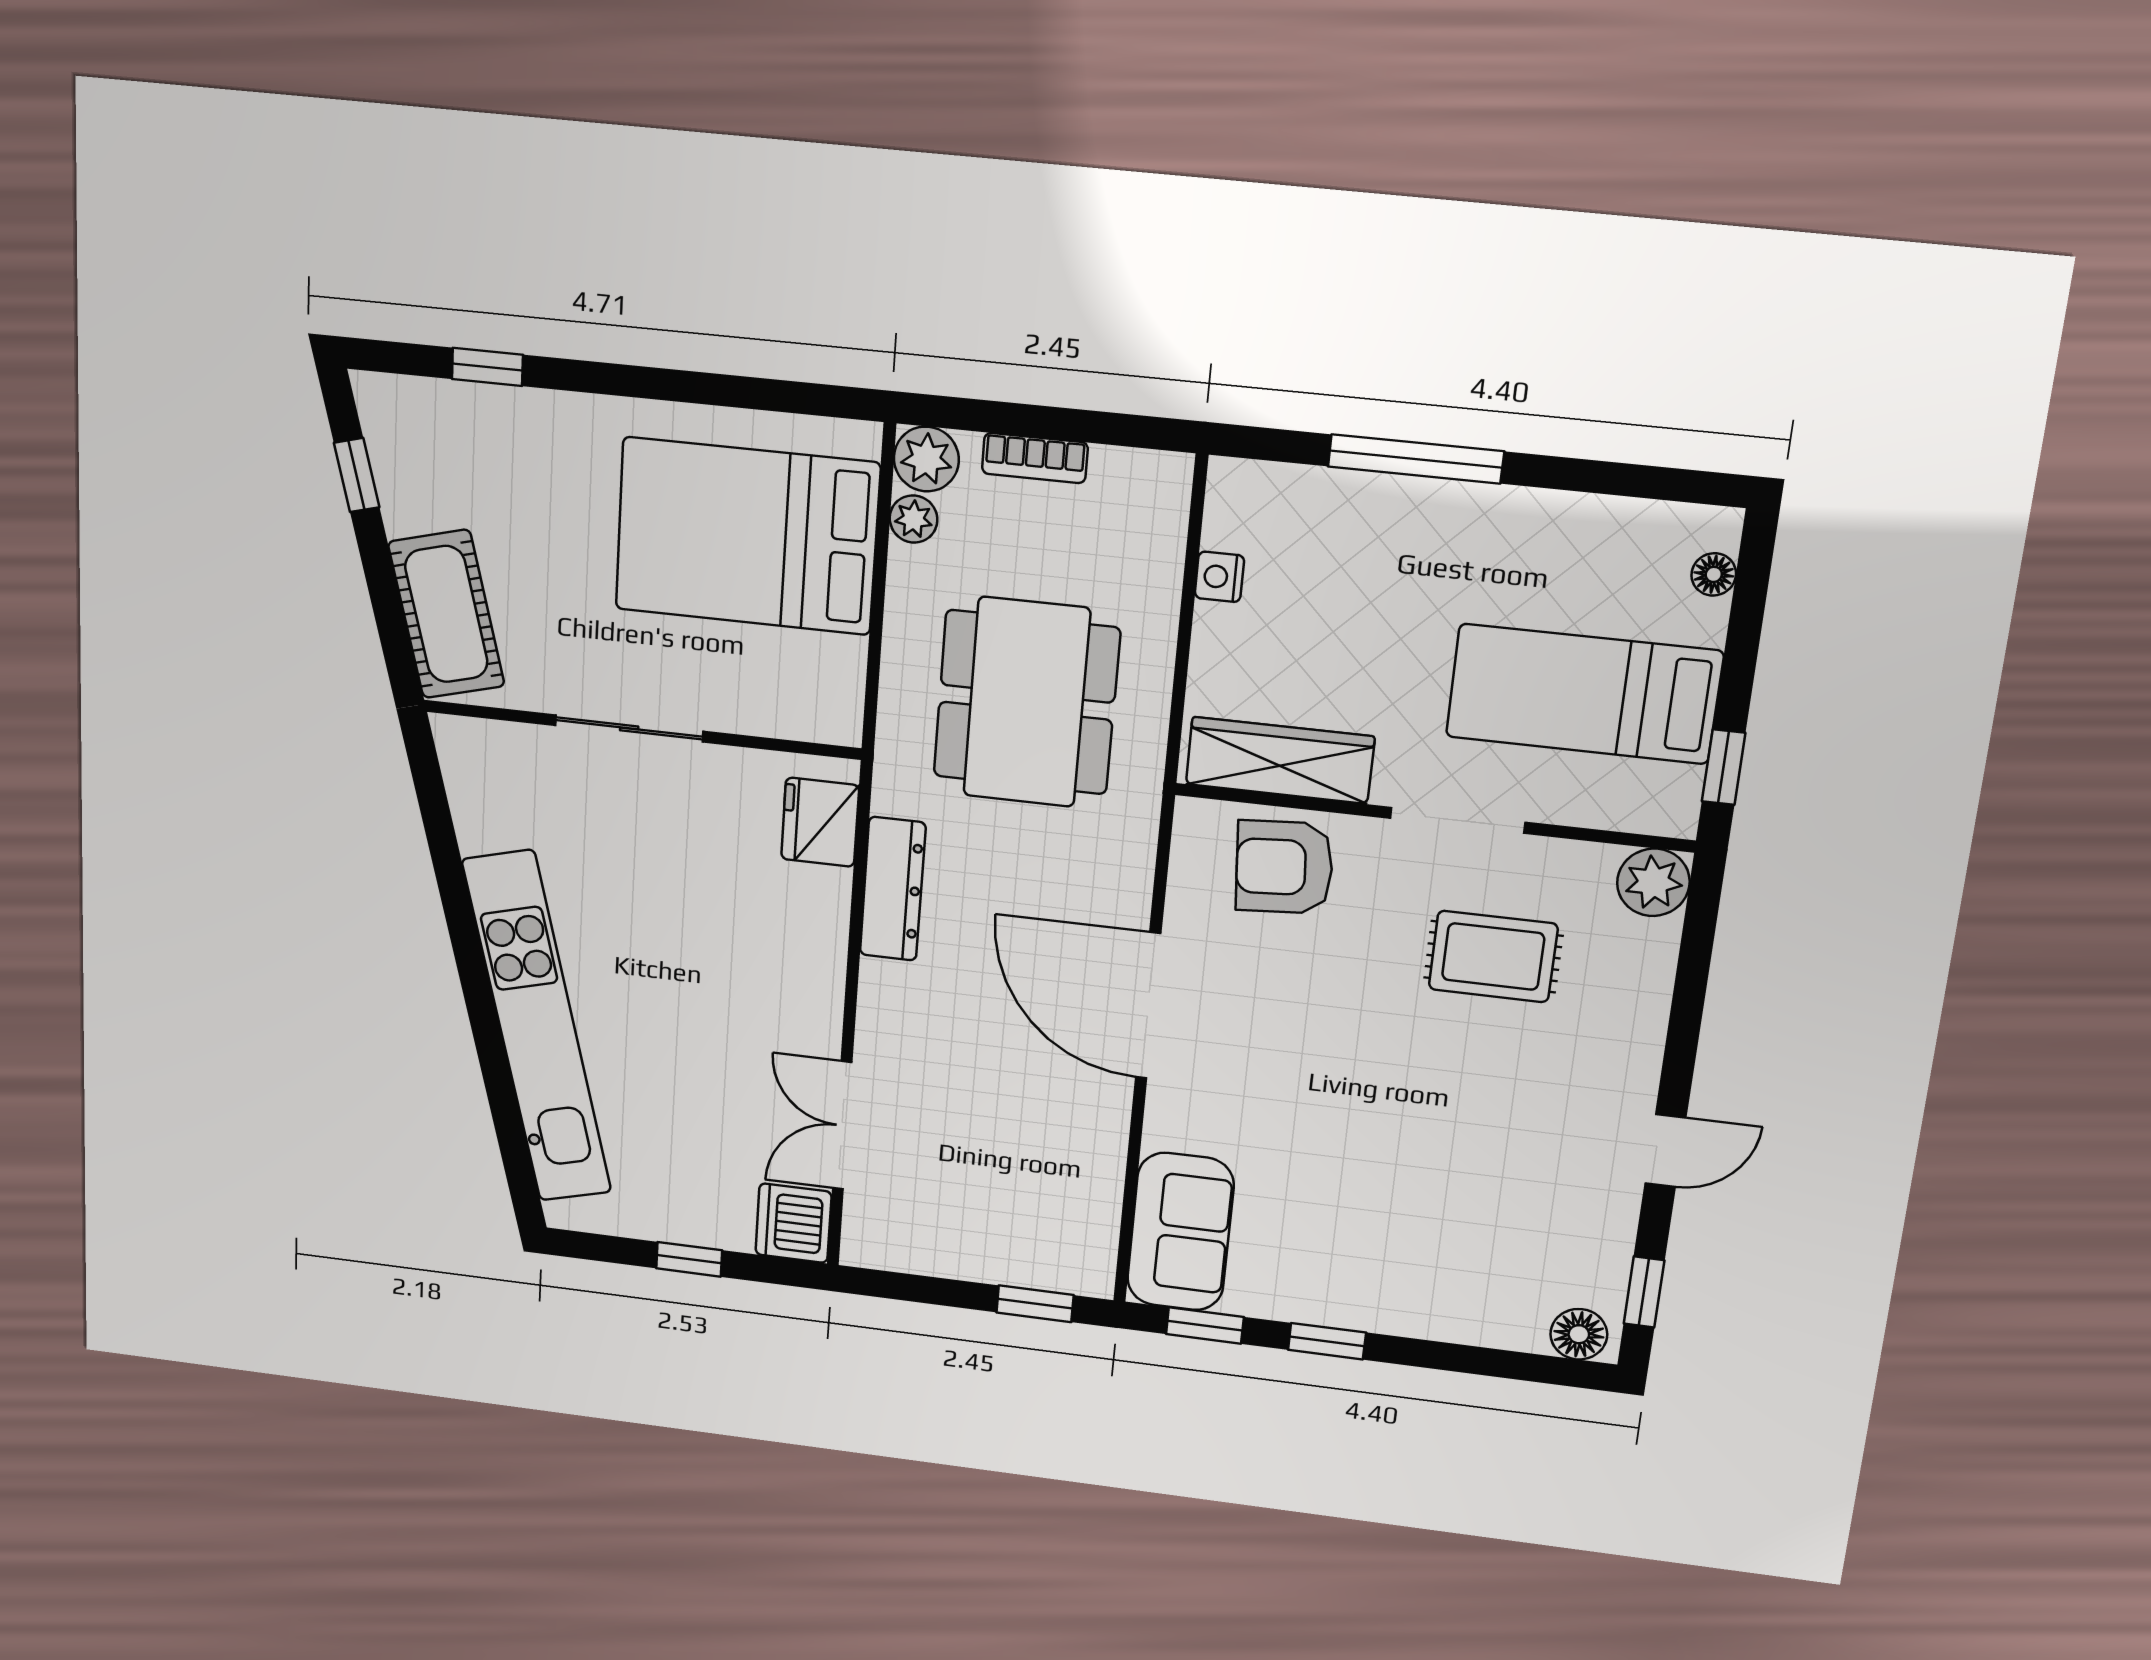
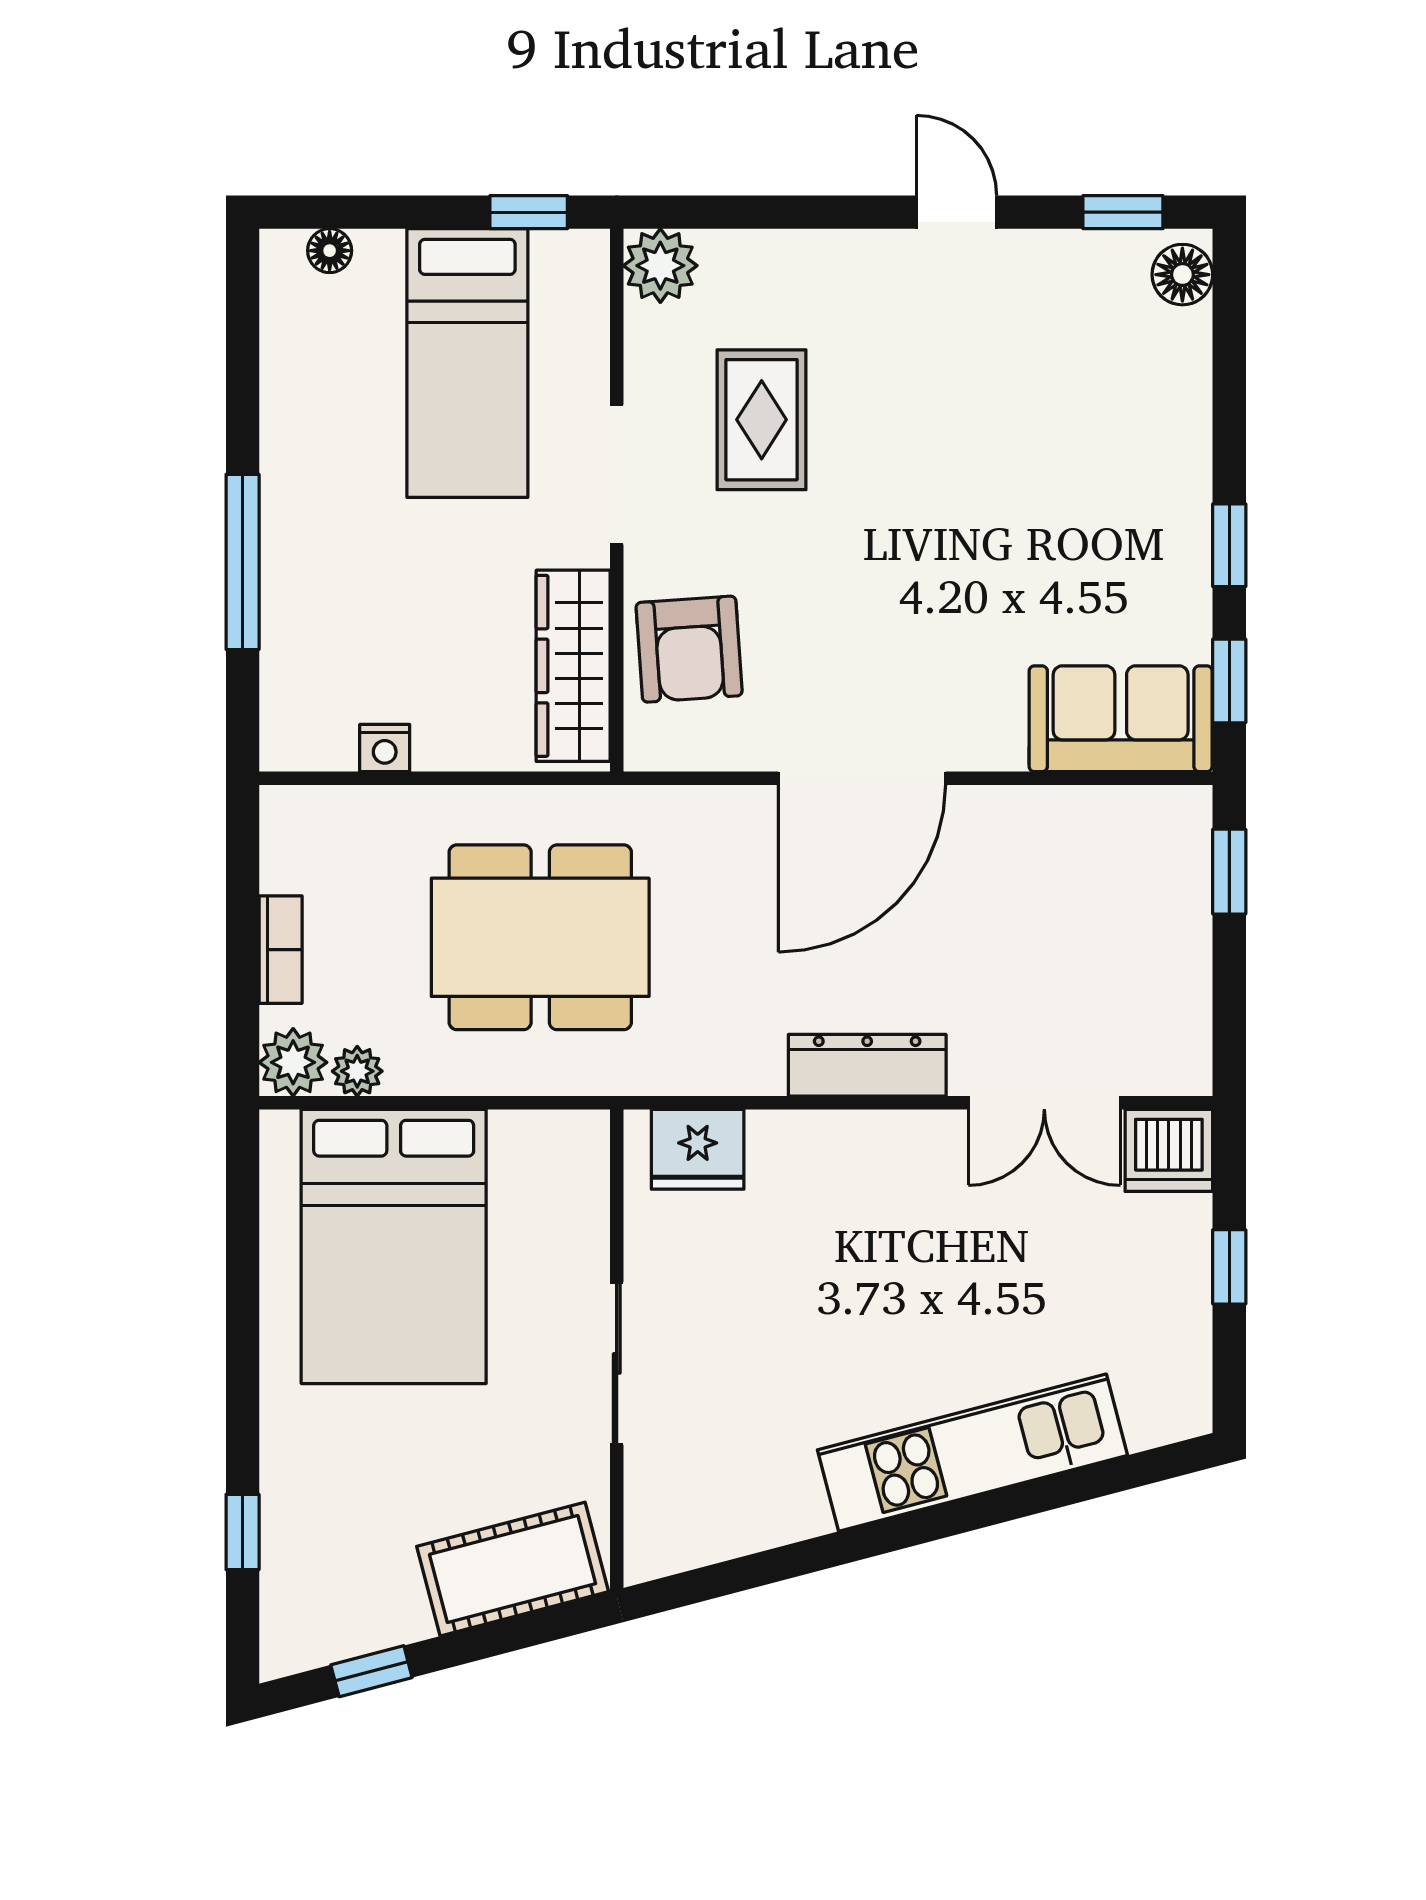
dresser: (893, 889) -> (867, 1065), moved
kitchen unit: (537, 1028) -> (972, 1453), width x0.73

